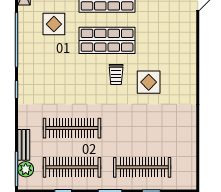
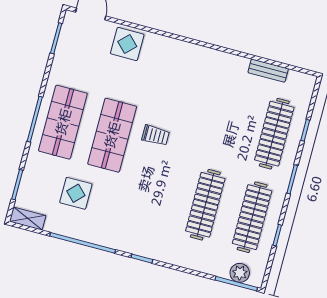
display table: (149, 82) -> (127, 44), moved
bench: (24, 145) -> (268, 71), moved

